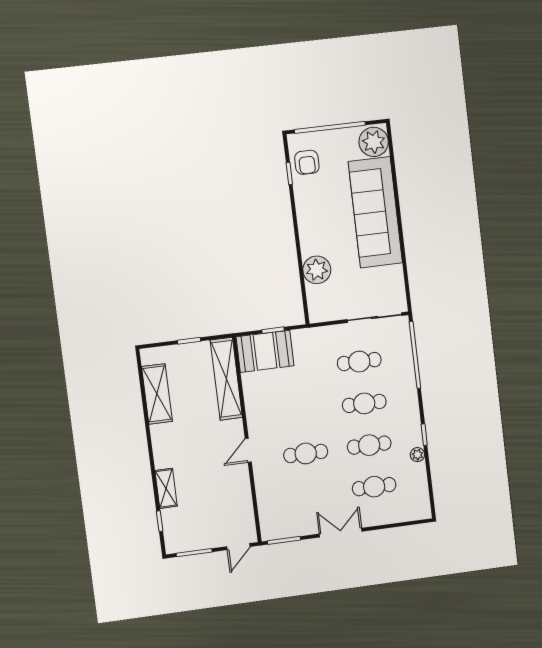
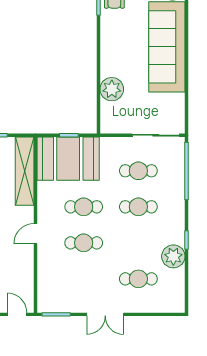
booth: (265, 351) -> (68, 159), width x1.36, depth x1.42
cafe table: (369, 445) -> (84, 207), moved
plant: (417, 455) -> (173, 256), width x1.87, depth x1.87
double door: (341, 533) -> (105, 314), swing flipped
door: (238, 547) -> (17, 314), swing flipped

